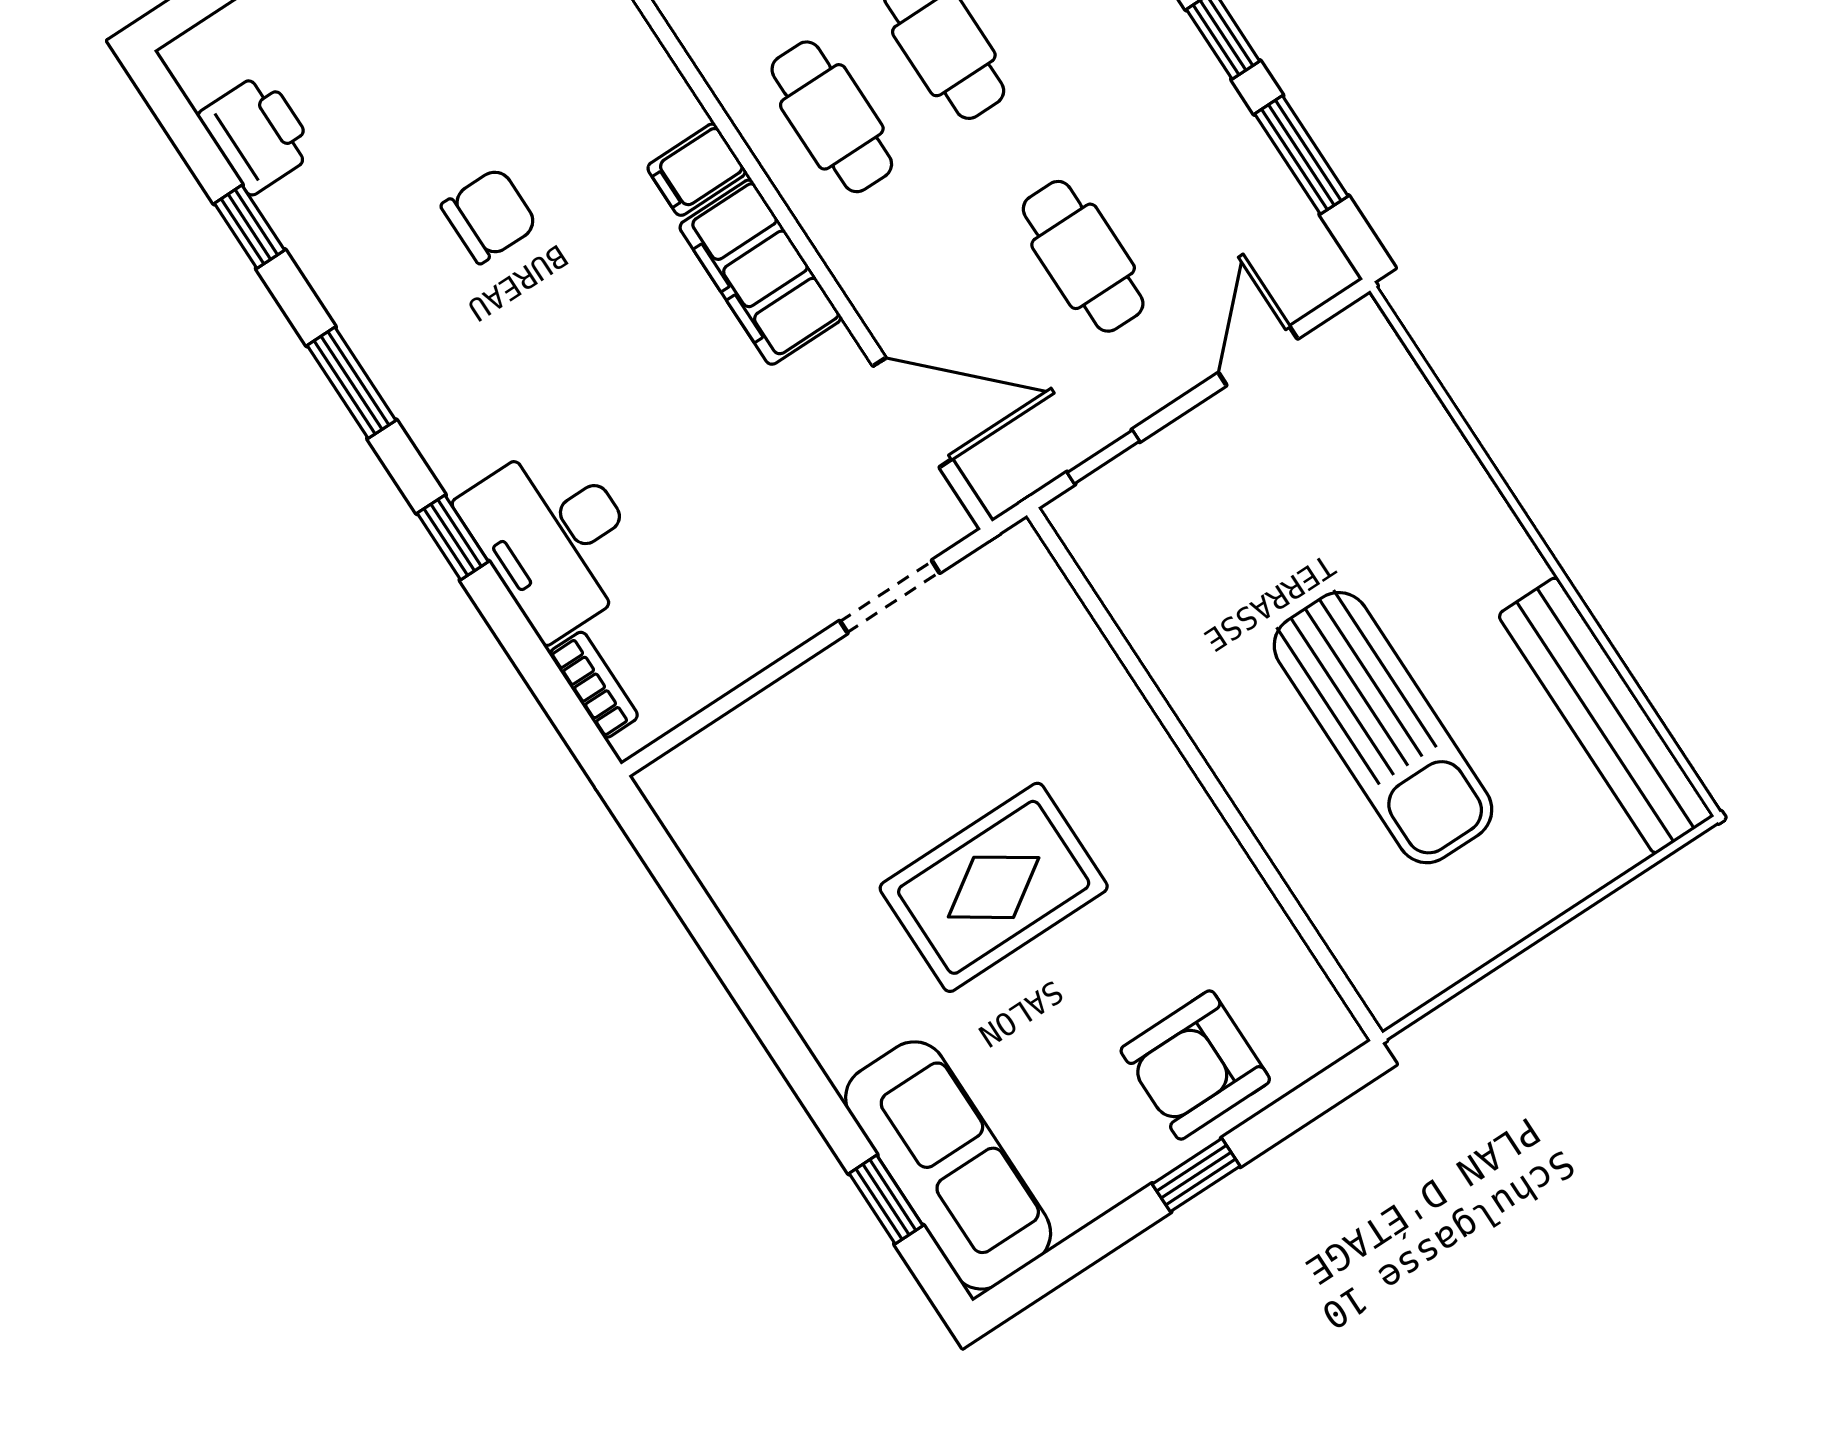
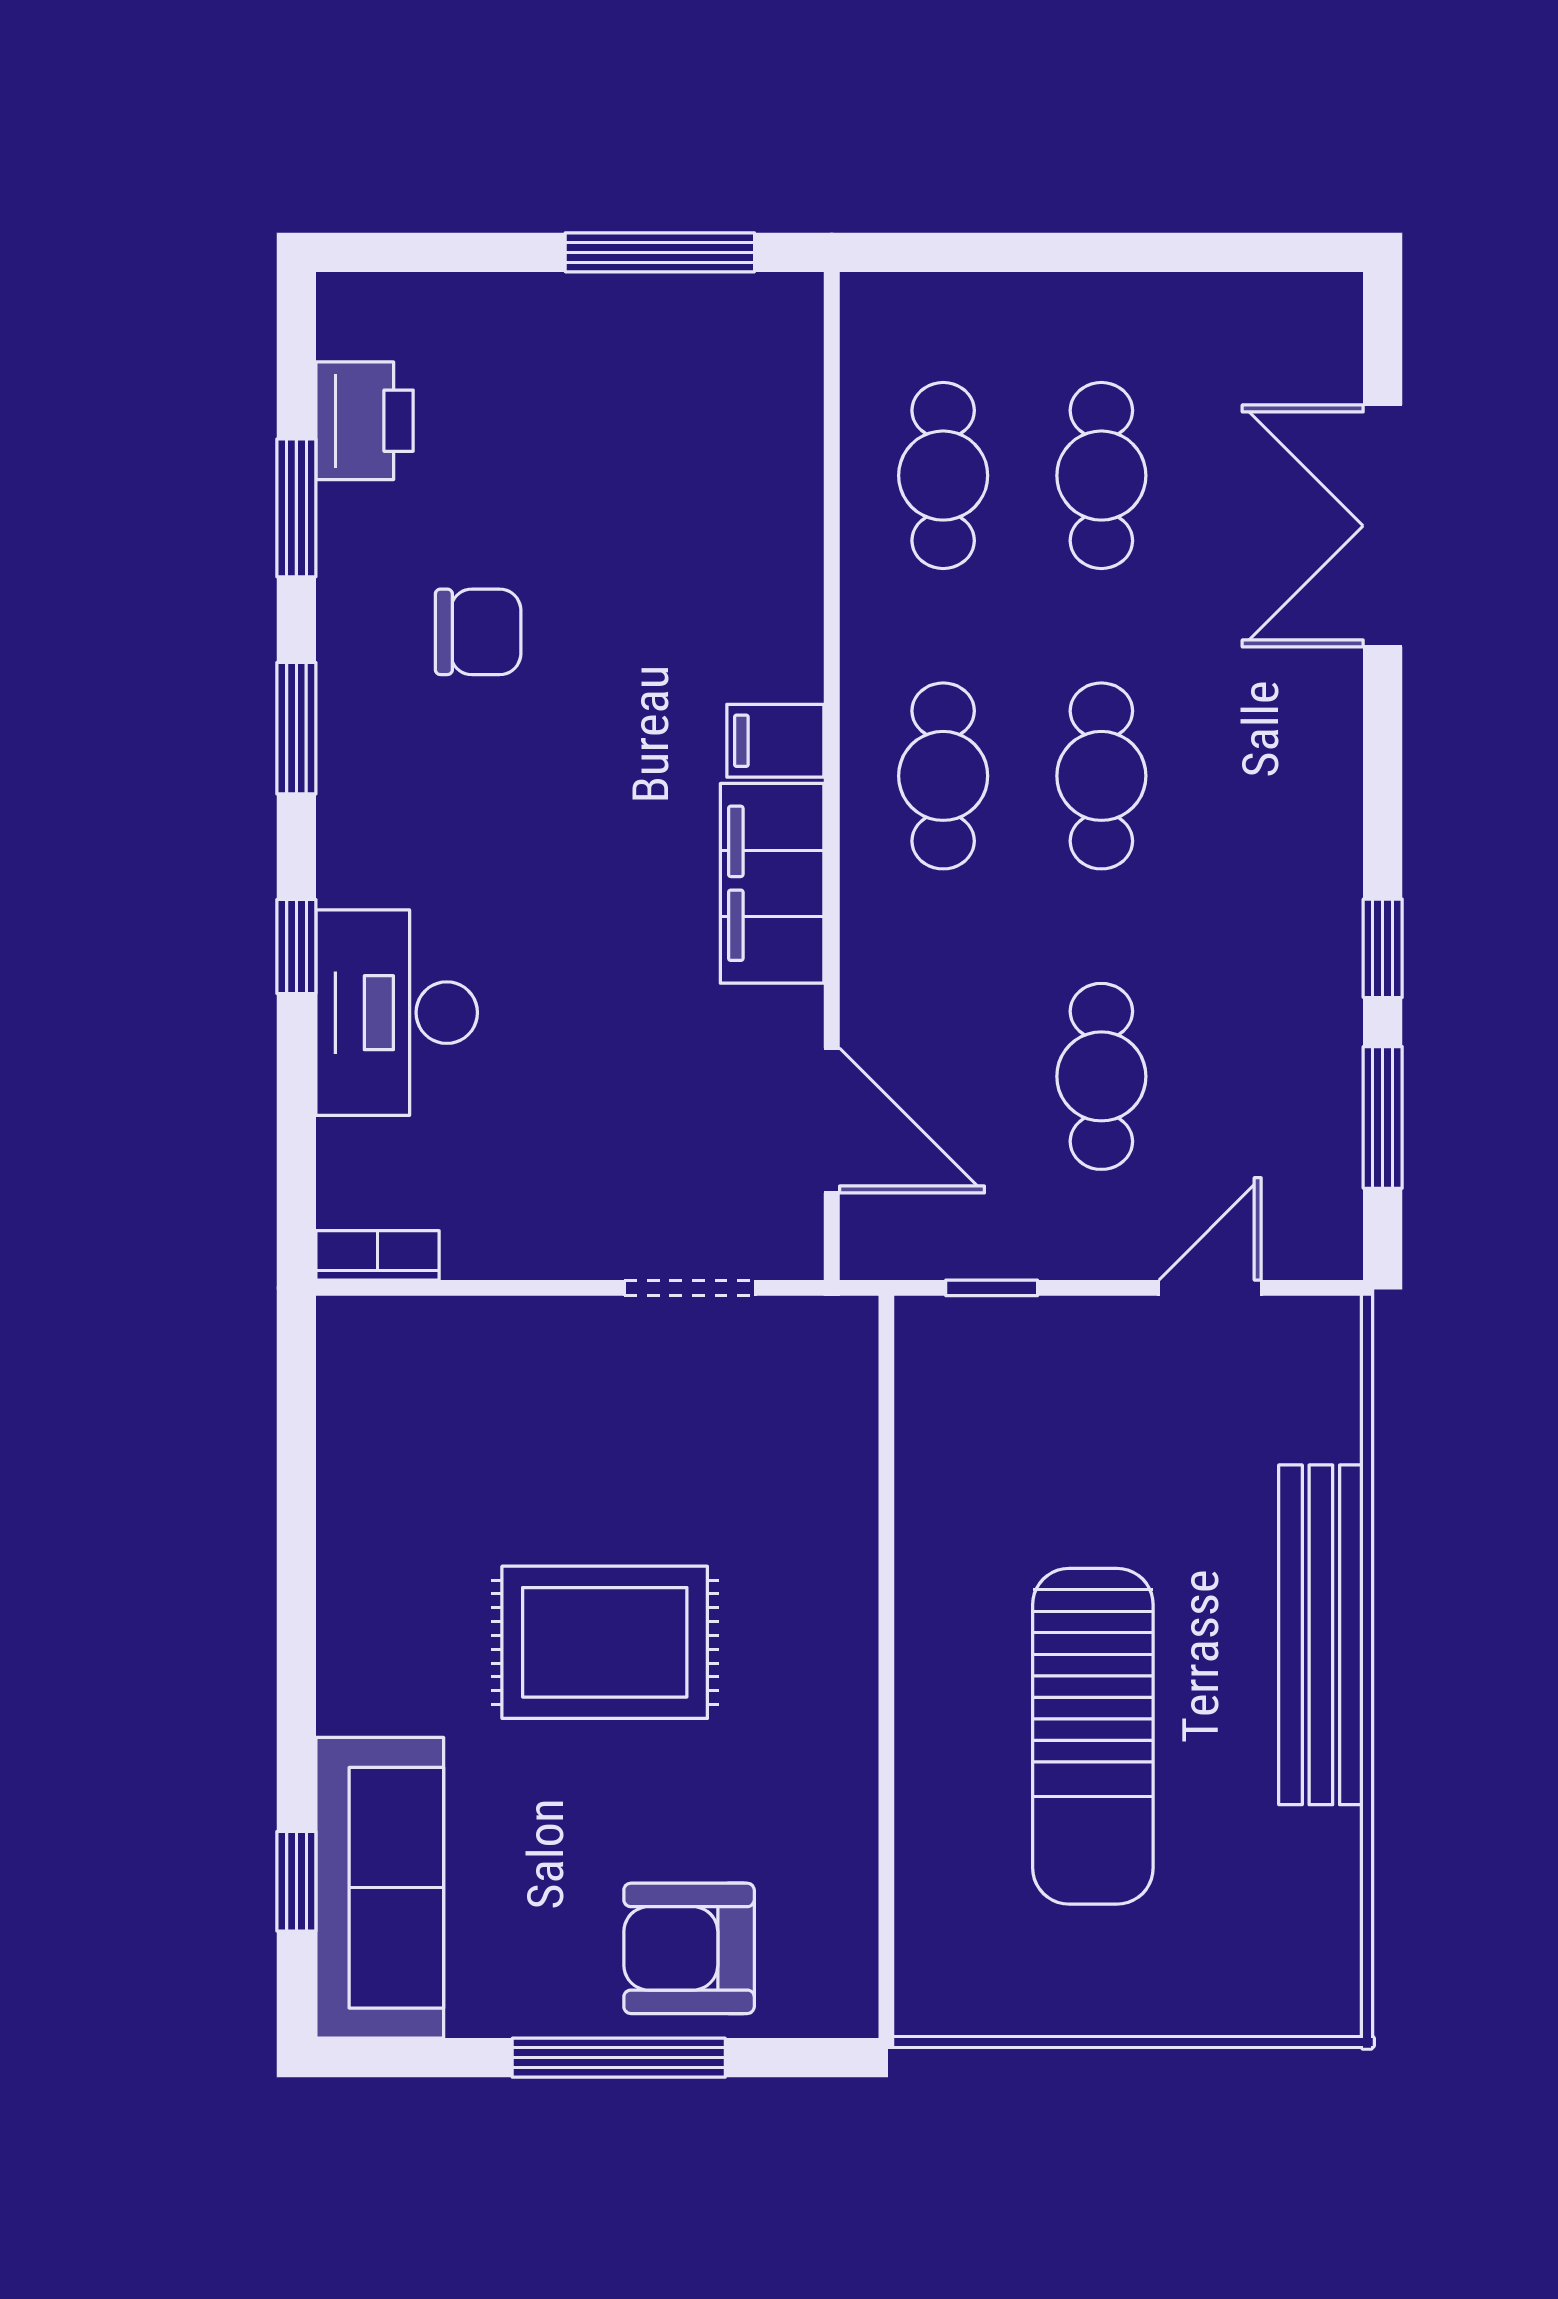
chair: (489, 216) -> (478, 632), moved
window: (249, 227) -> (296, 508), width x1.50
bookcase: (594, 685) -> (378, 1255), moved, turned -90
bench: (1606, 715) -> (1321, 1635), moved
window: (1196, 1175) -> (619, 2058), width x2.17

